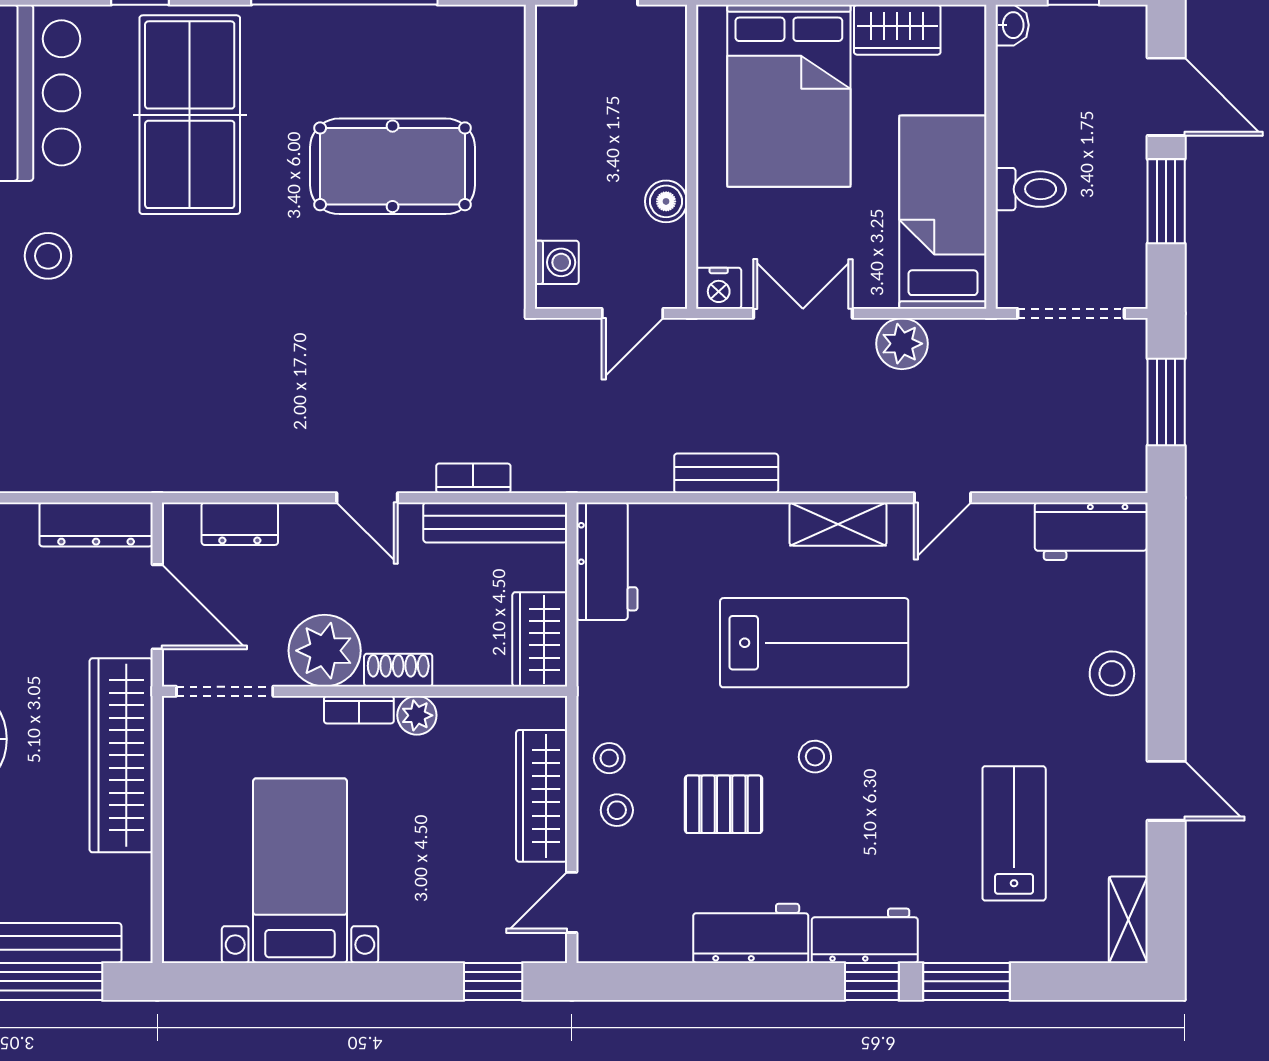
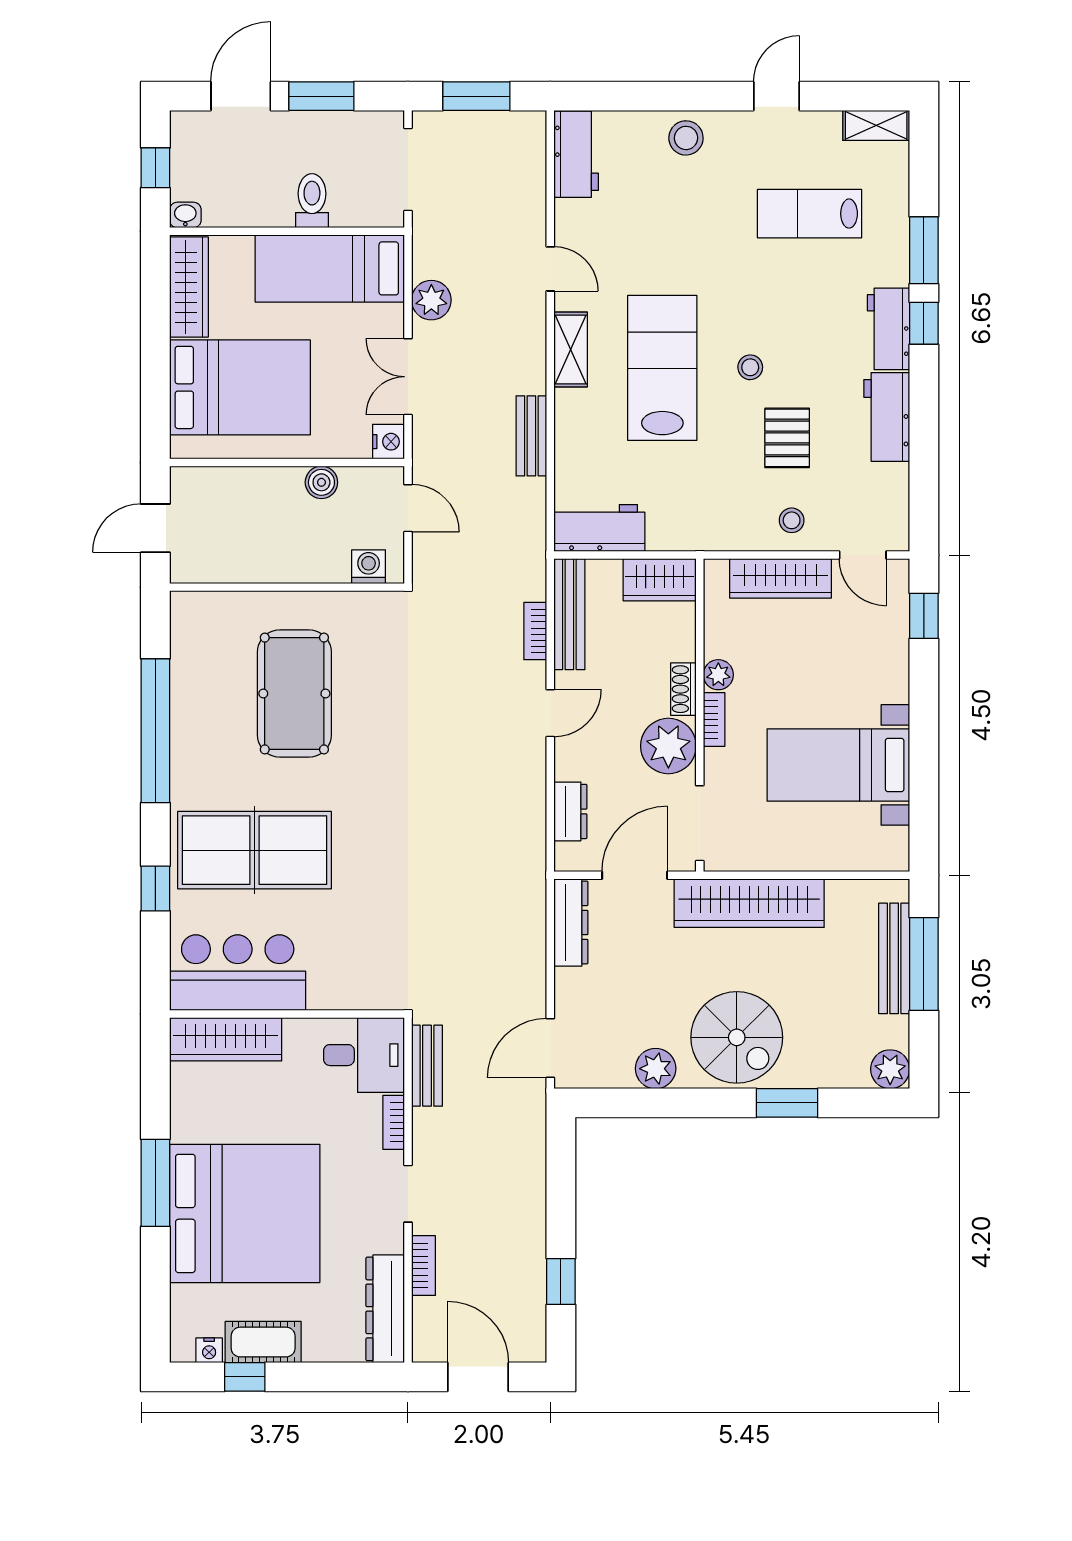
wardrobe: (897, 30) -> (189, 287), width x1.50
stool: (48, 256) -> (364, 960), removed
stool: (609, 758) -> (751, 526), removed

